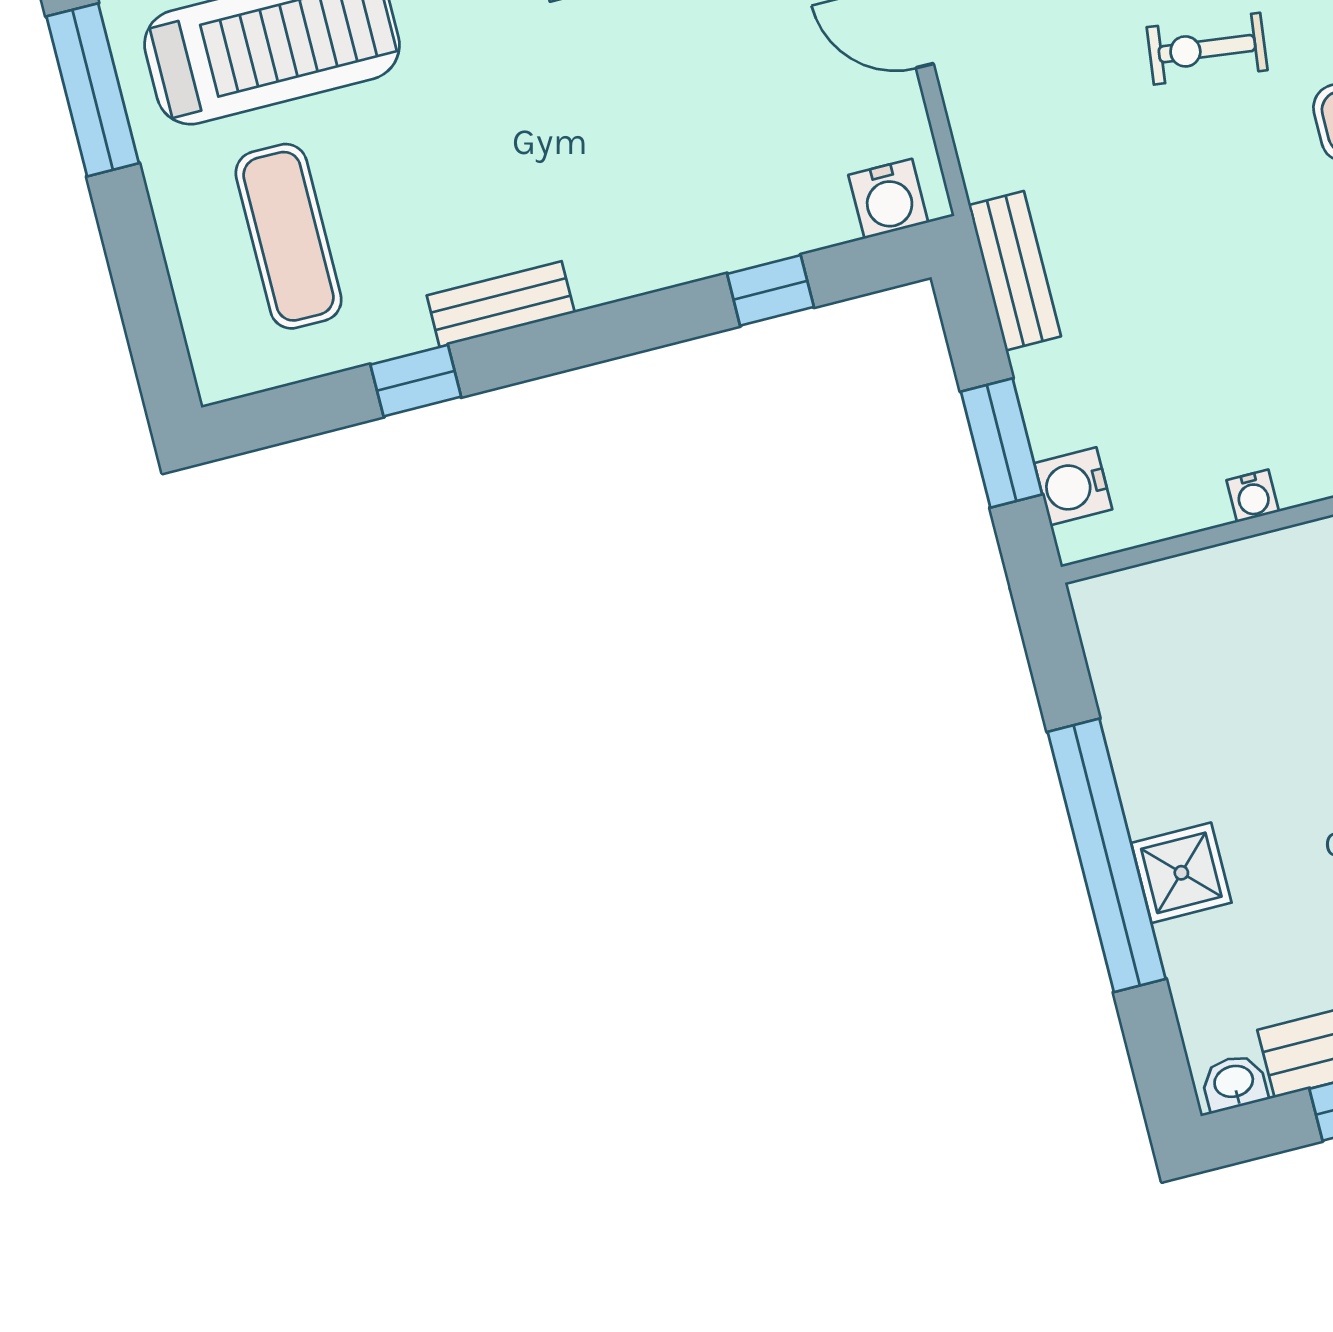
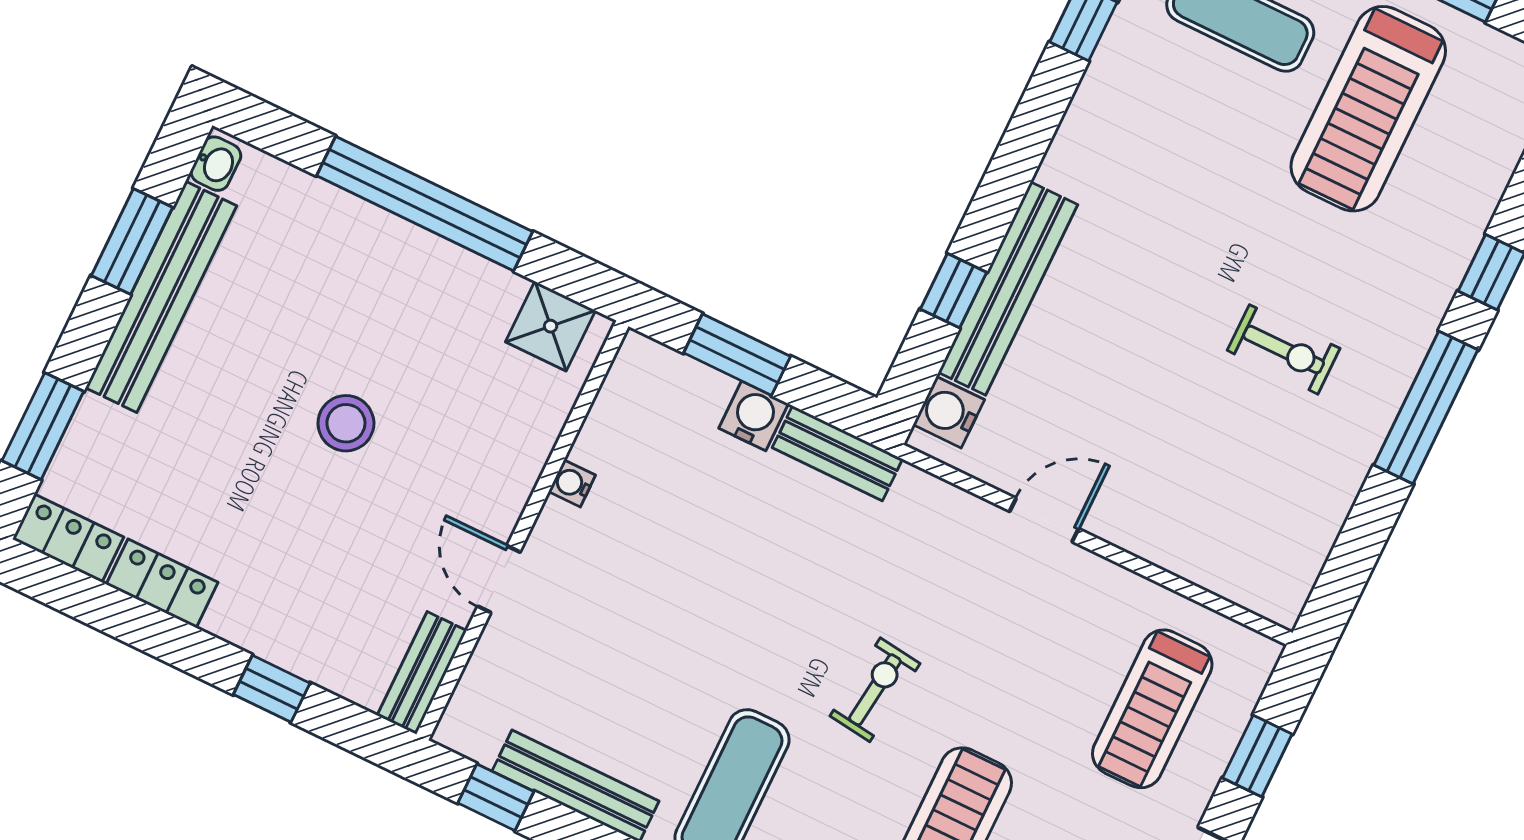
bench: (501, 304) -> (1008, 289), moved, width x1.86, depth x1.21
water cooler: (1073, 486) -> (754, 416), moved
shower: (1181, 873) -> (551, 326), moved

